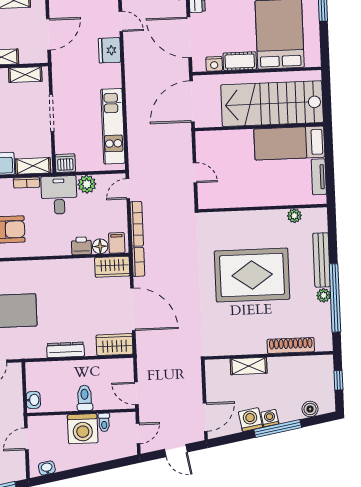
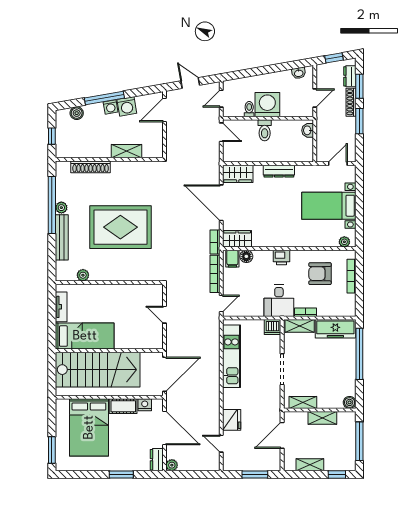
plant: (87, 184) -> (255, 309), removed
printer: (81, 246) -> (281, 257), moved

